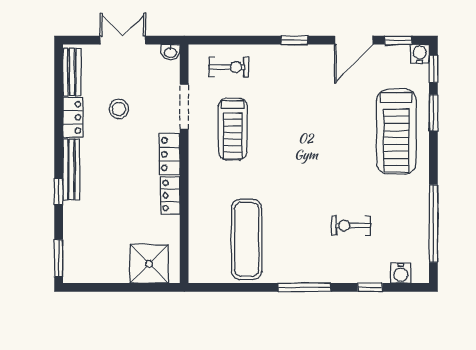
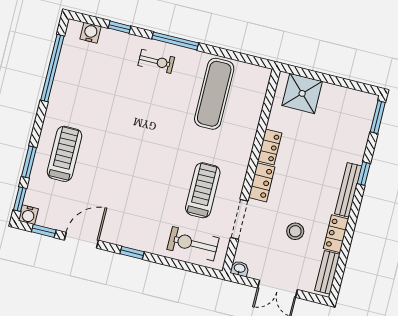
exercise bike: (229, 67) -> (193, 244), width x1.38, depth x1.39
treadmill: (396, 132) -> (64, 154), width x0.73, depth x0.73
exercise bike: (351, 226) -> (156, 61), moved

